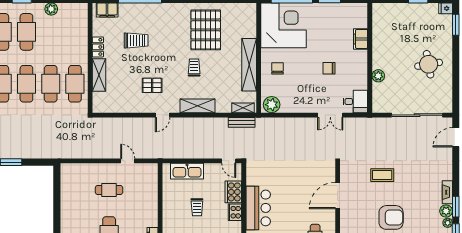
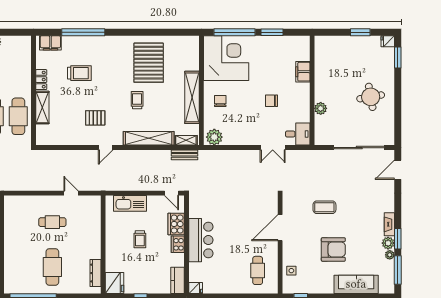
shelving: (198, 106) -> (149, 138), width x1.47

